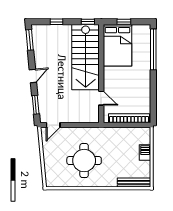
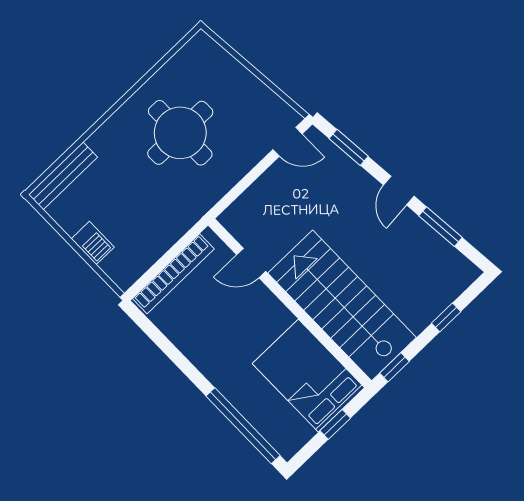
window: (30, 40) -> (441, 227), moved
door: (53, 125) -> (288, 142), swing flipped

